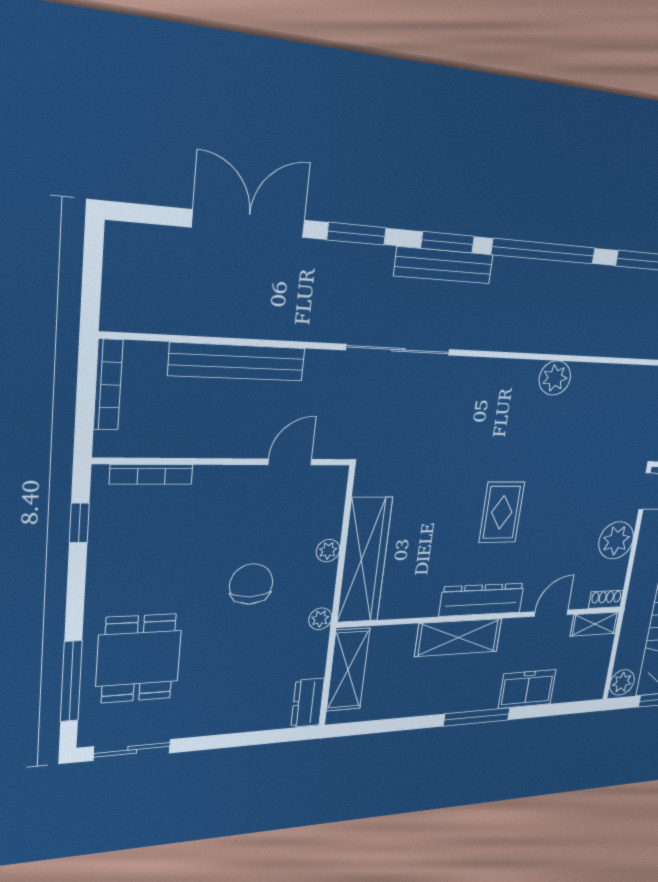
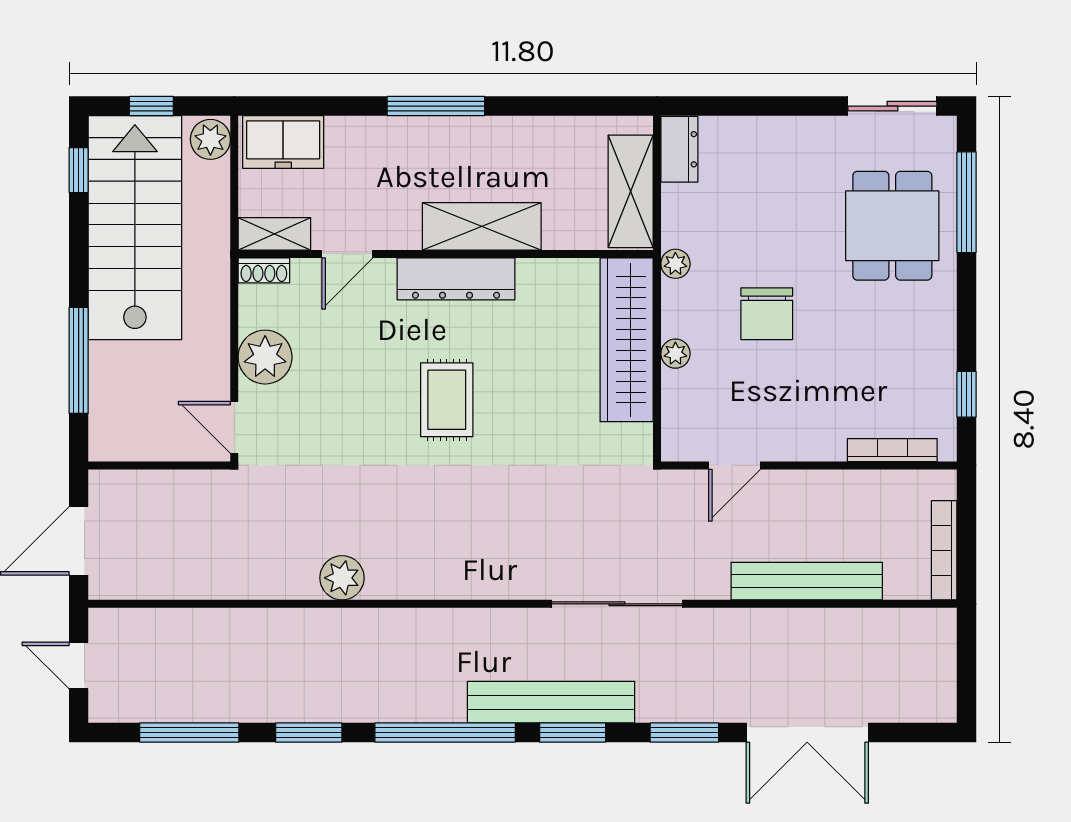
bench: (444, 265) -> (551, 702), width x1.37, depth x1.21
plant: (555, 378) -> (342, 578), moved
freezer: (527, 689) -> (283, 142), moved

